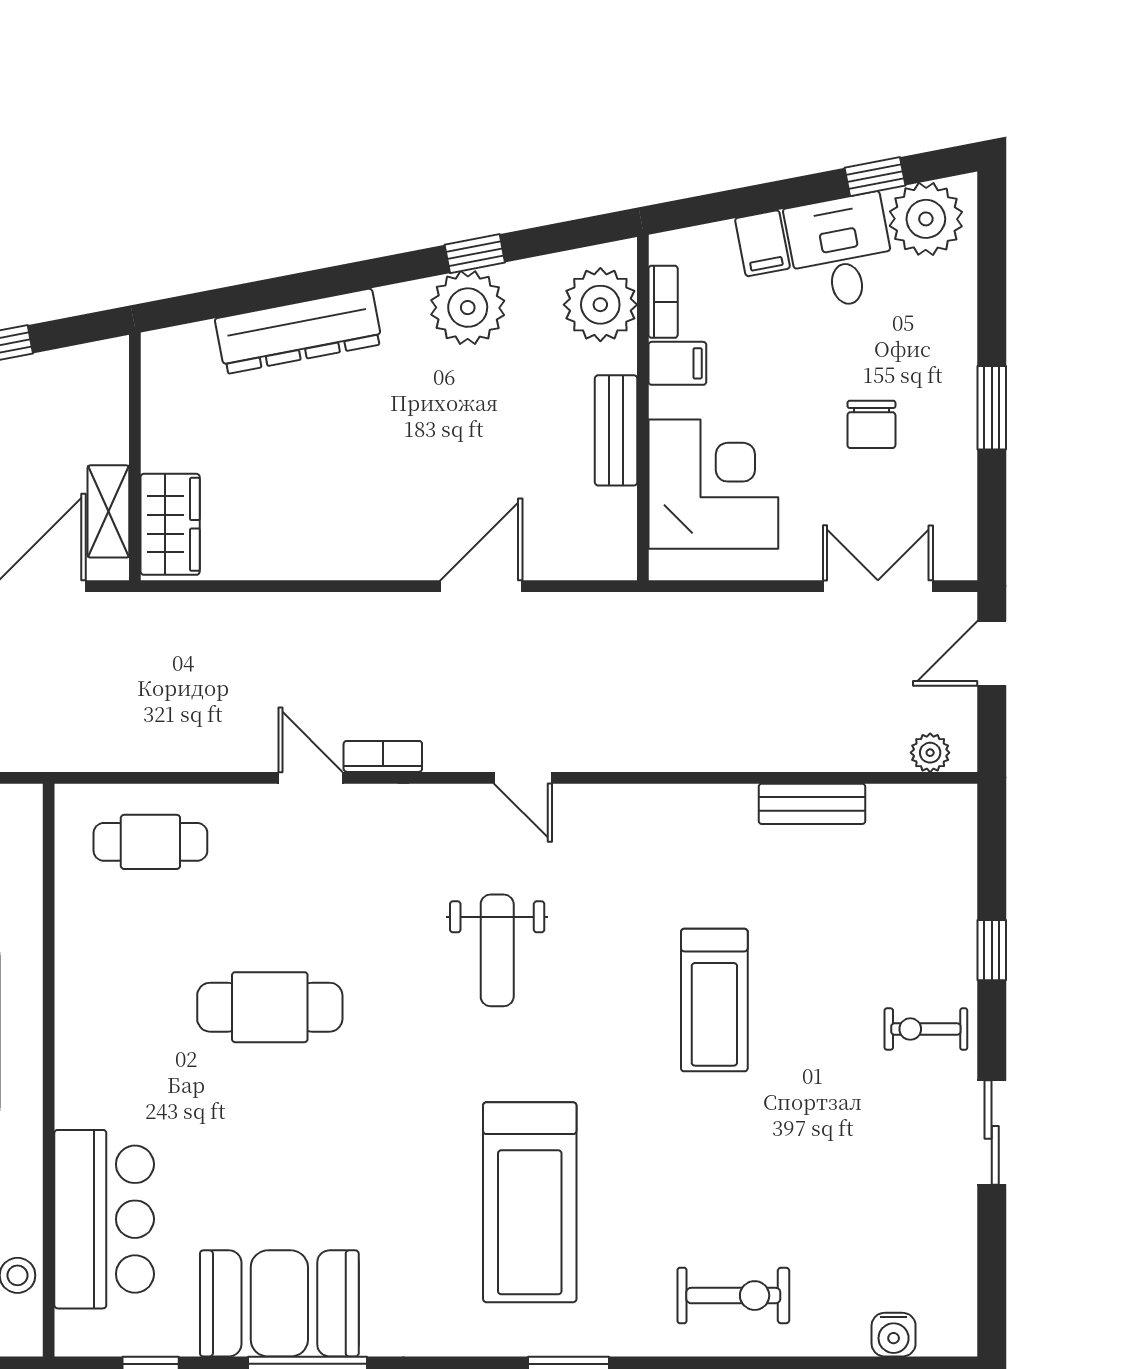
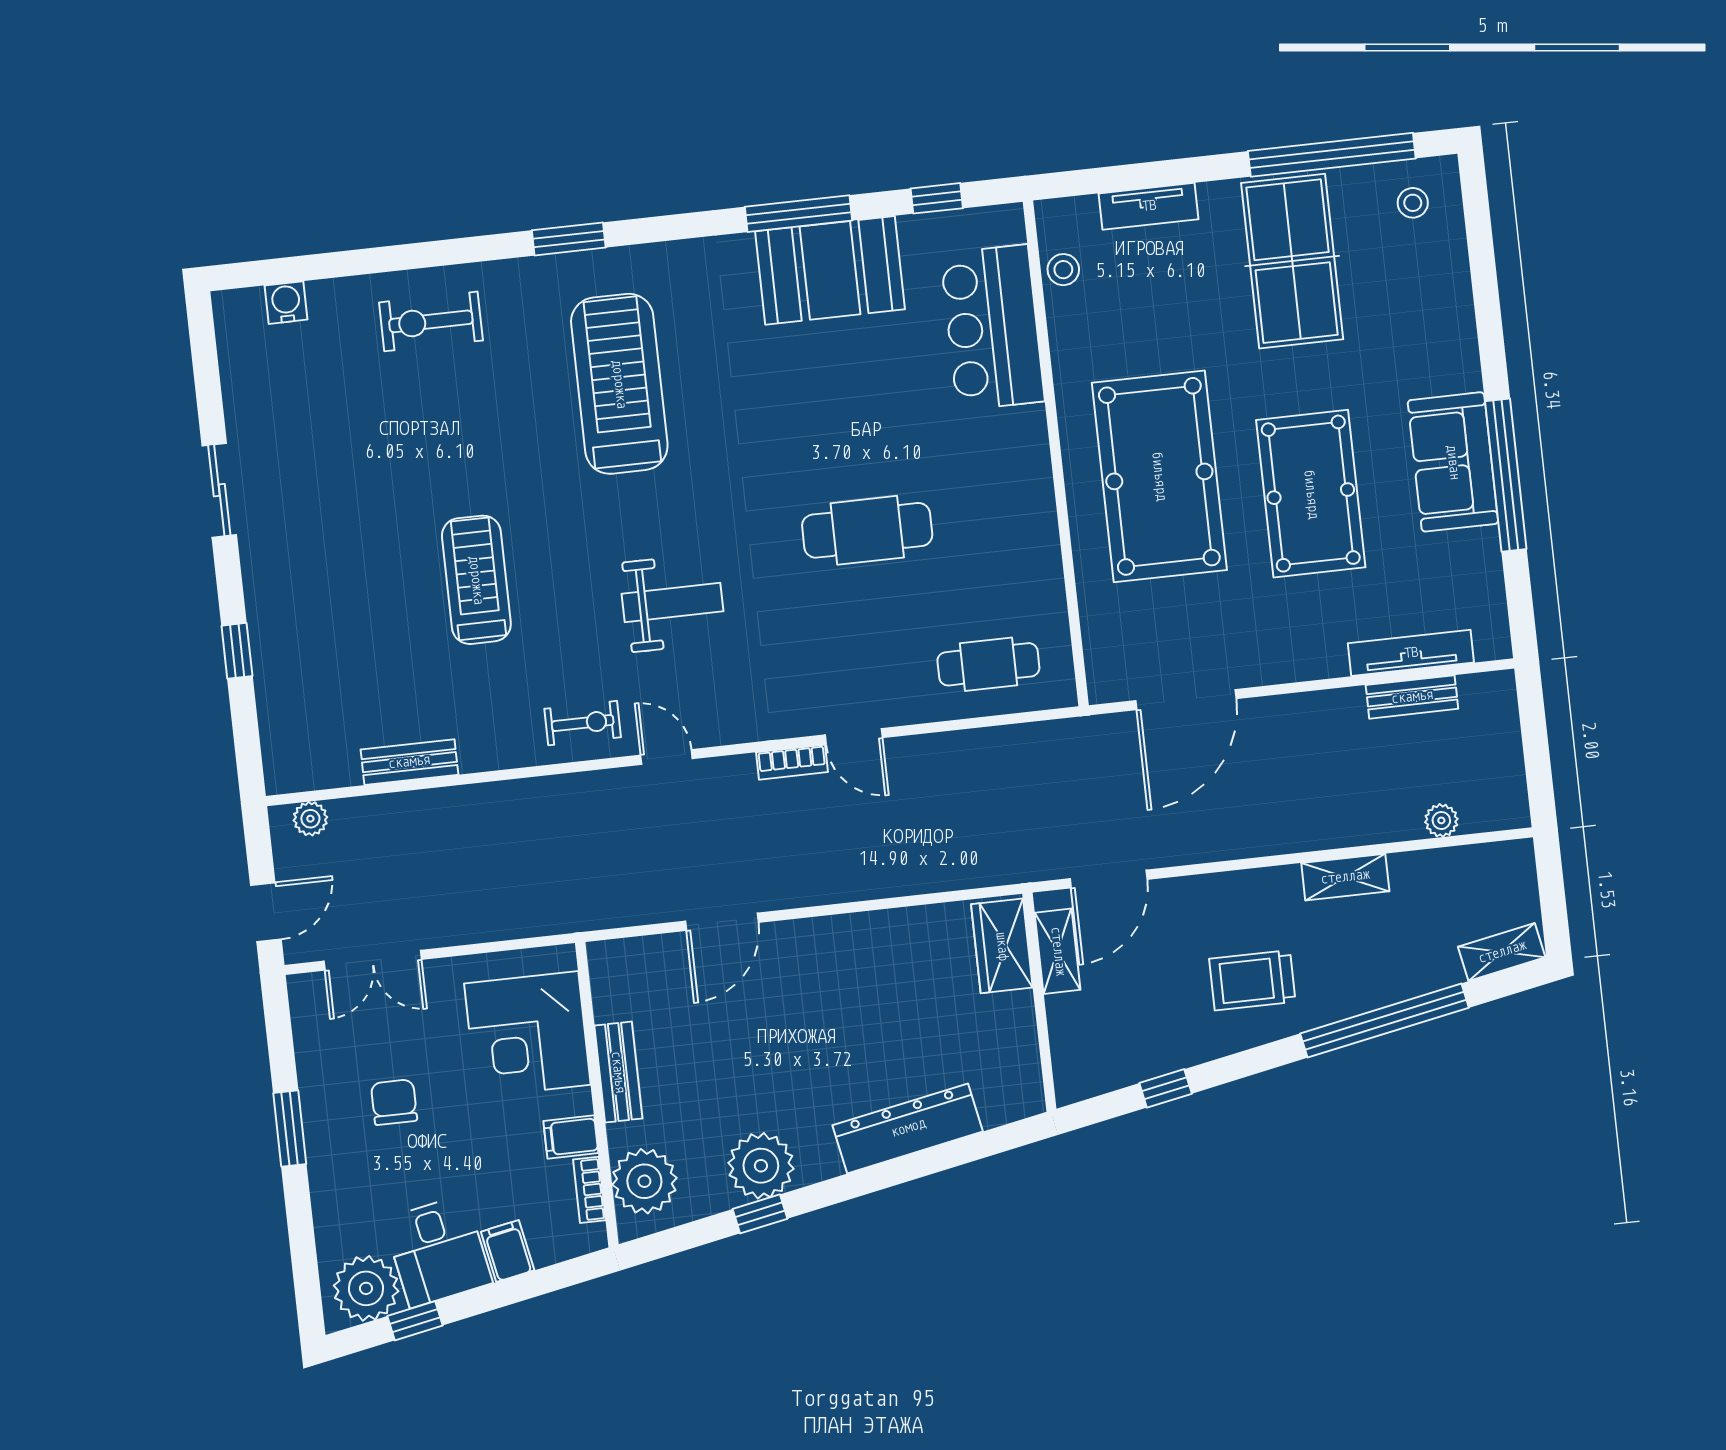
weight bench: (497, 950) -> (672, 602), turned 90
exercise bike: (926, 1029) -> (583, 723), moved

